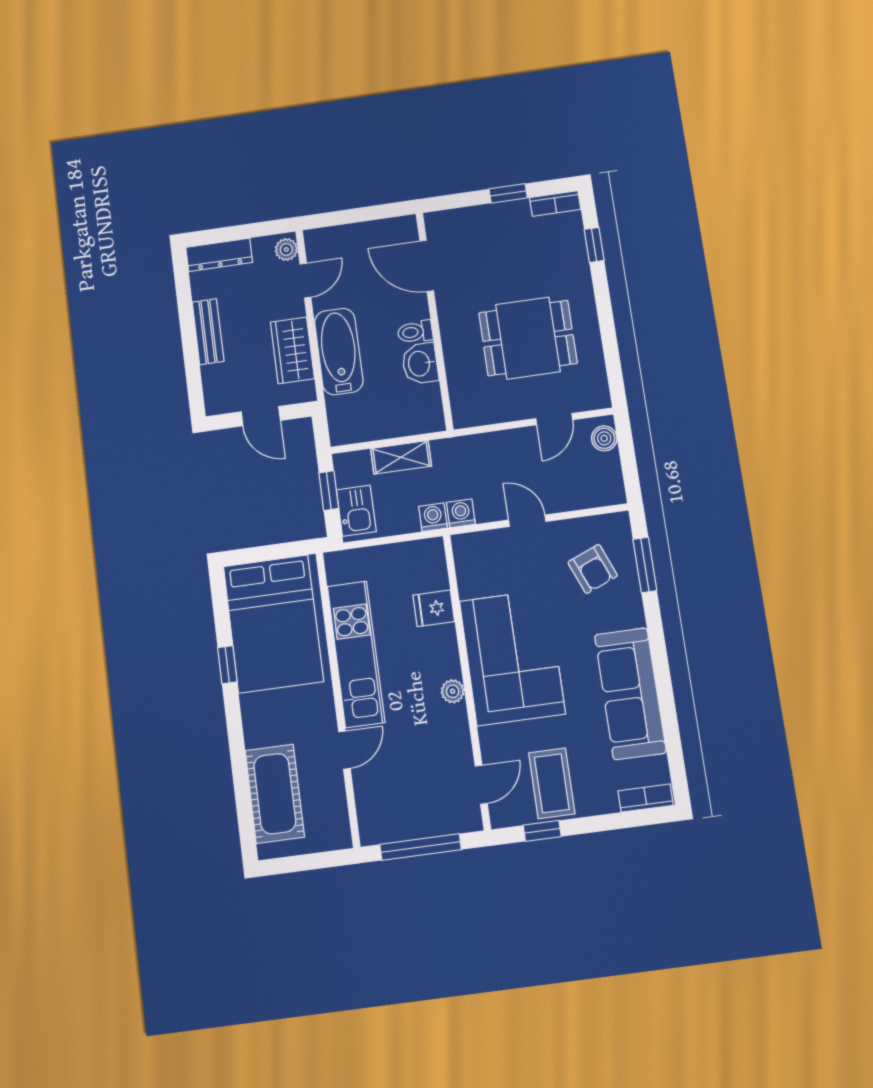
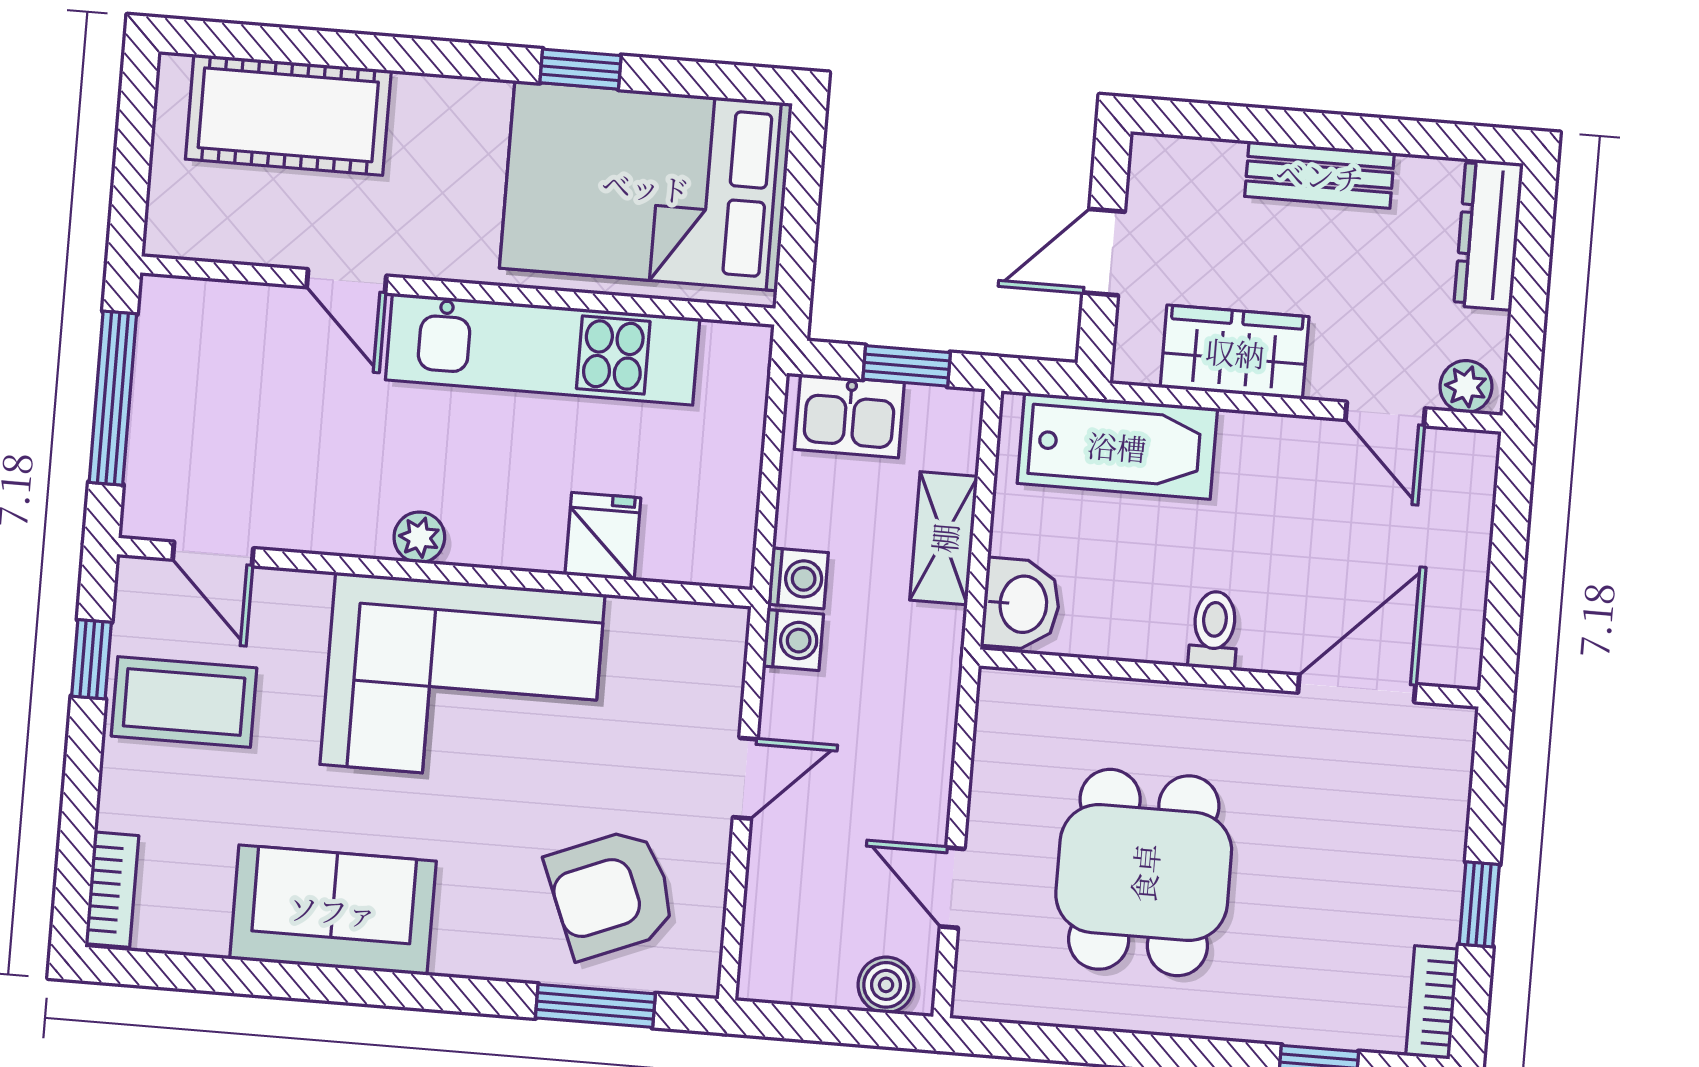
bathtub: (339, 351) -> (1117, 446), moved
washbasin: (420, 363) -> (1021, 604), moved, turned 90
armchair: (593, 569) -> (611, 893), width x1.38, depth x1.38
sofa: (630, 694) -> (333, 910), width x0.73

